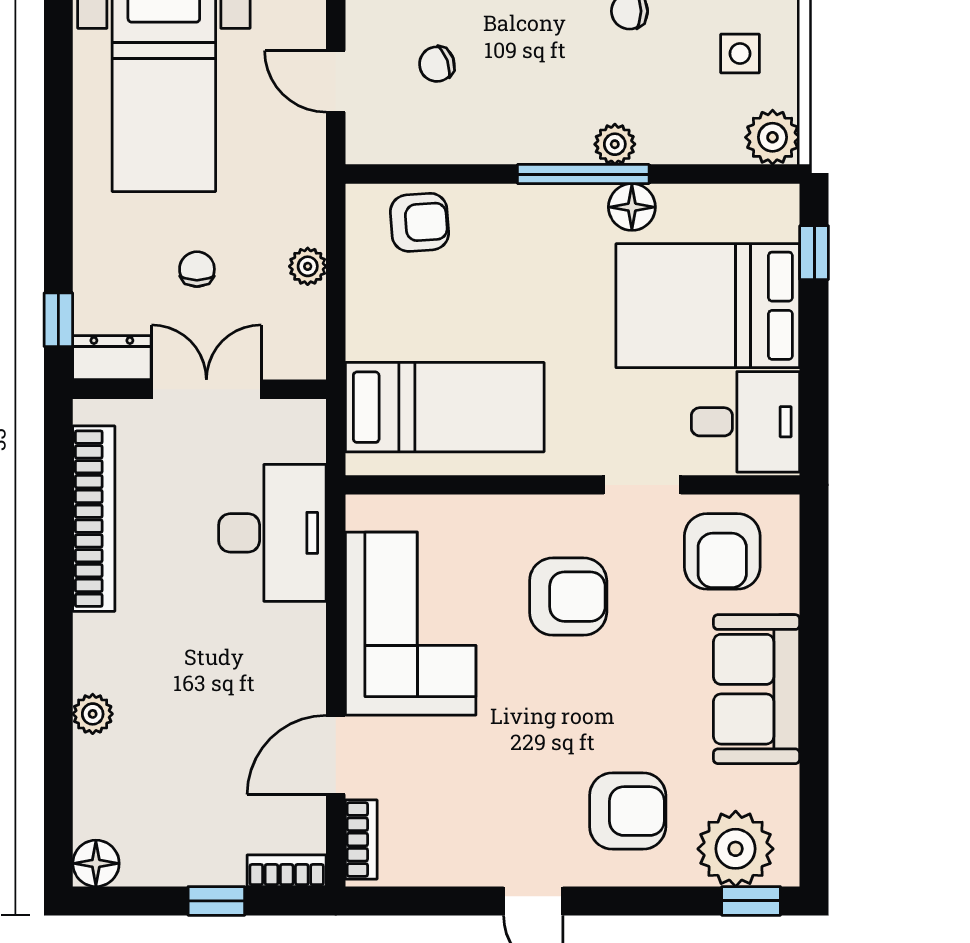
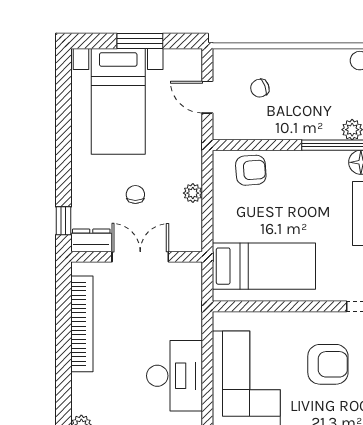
desk: (272, 533) -> (175, 376), moved

